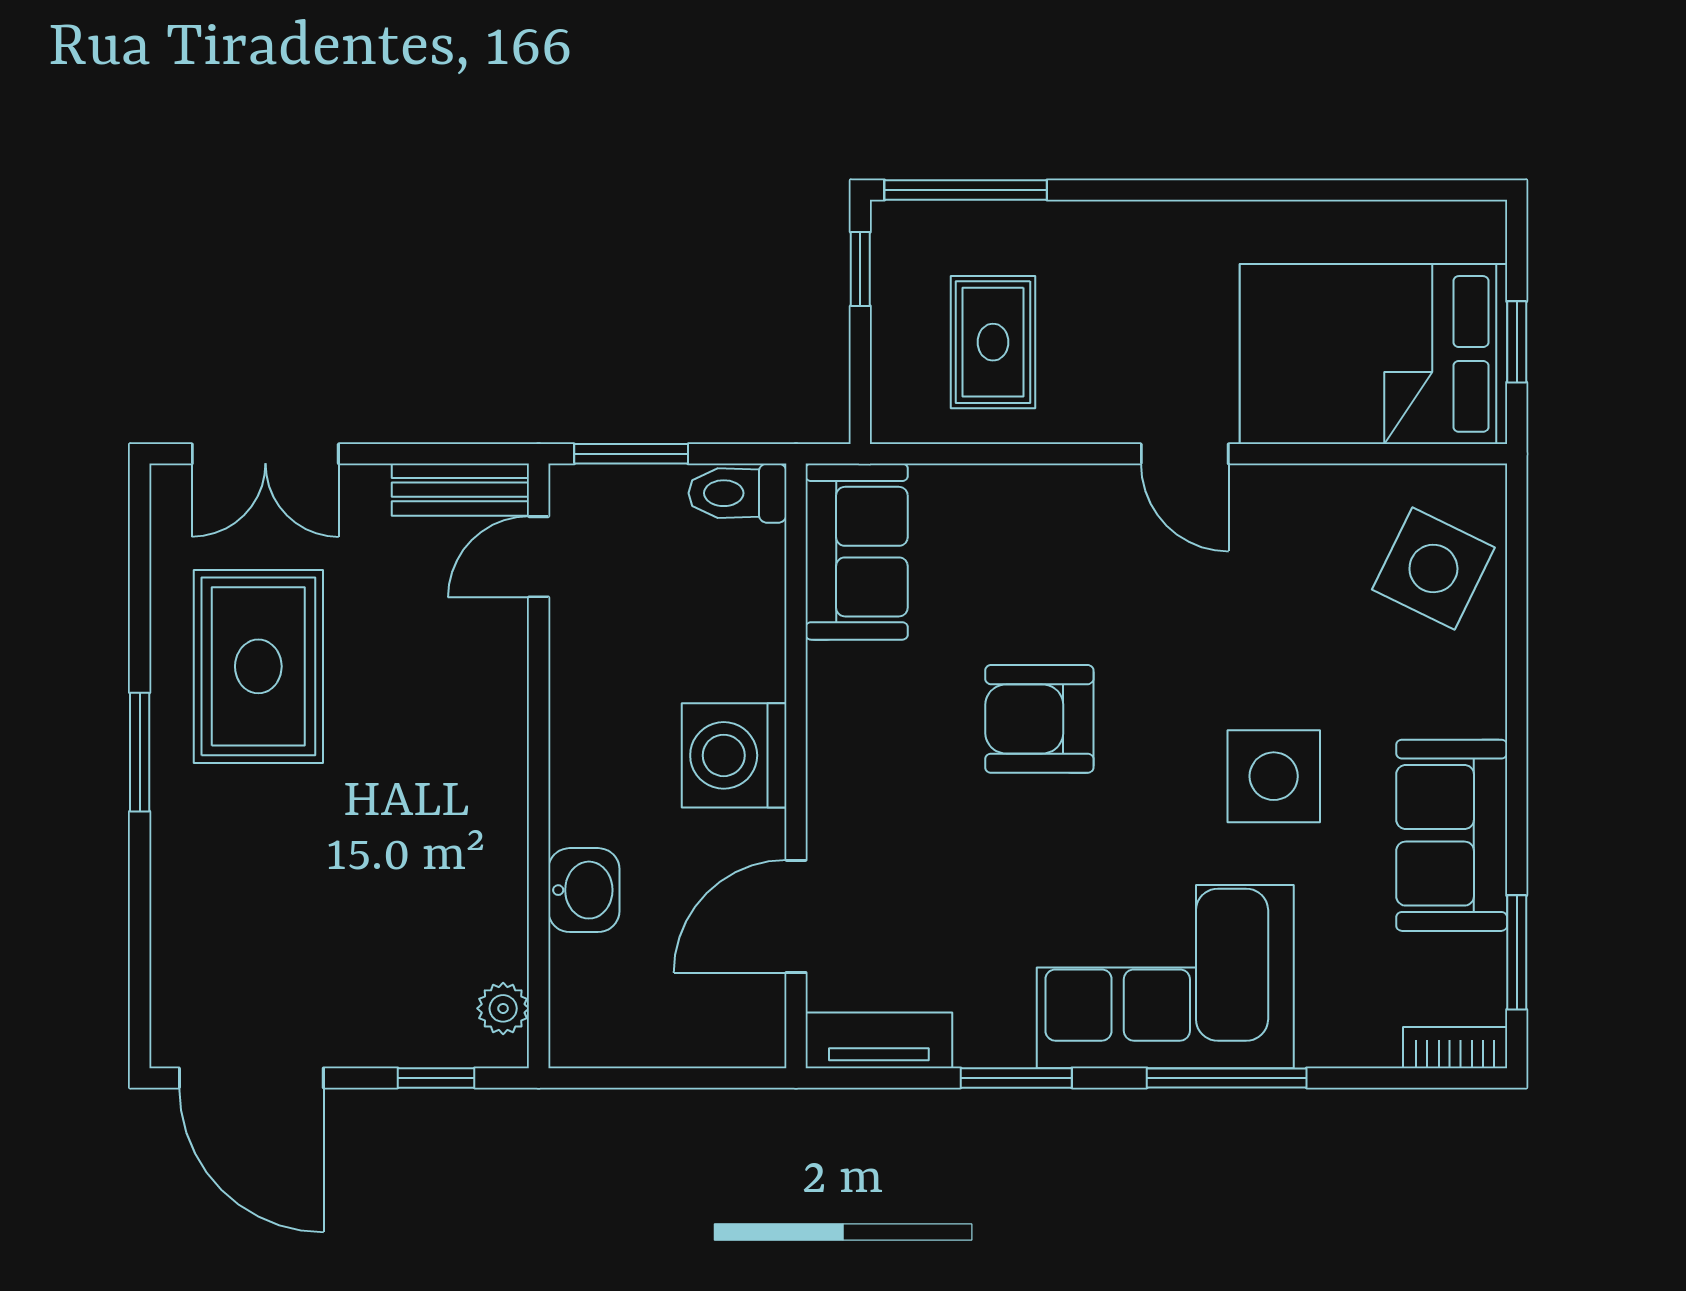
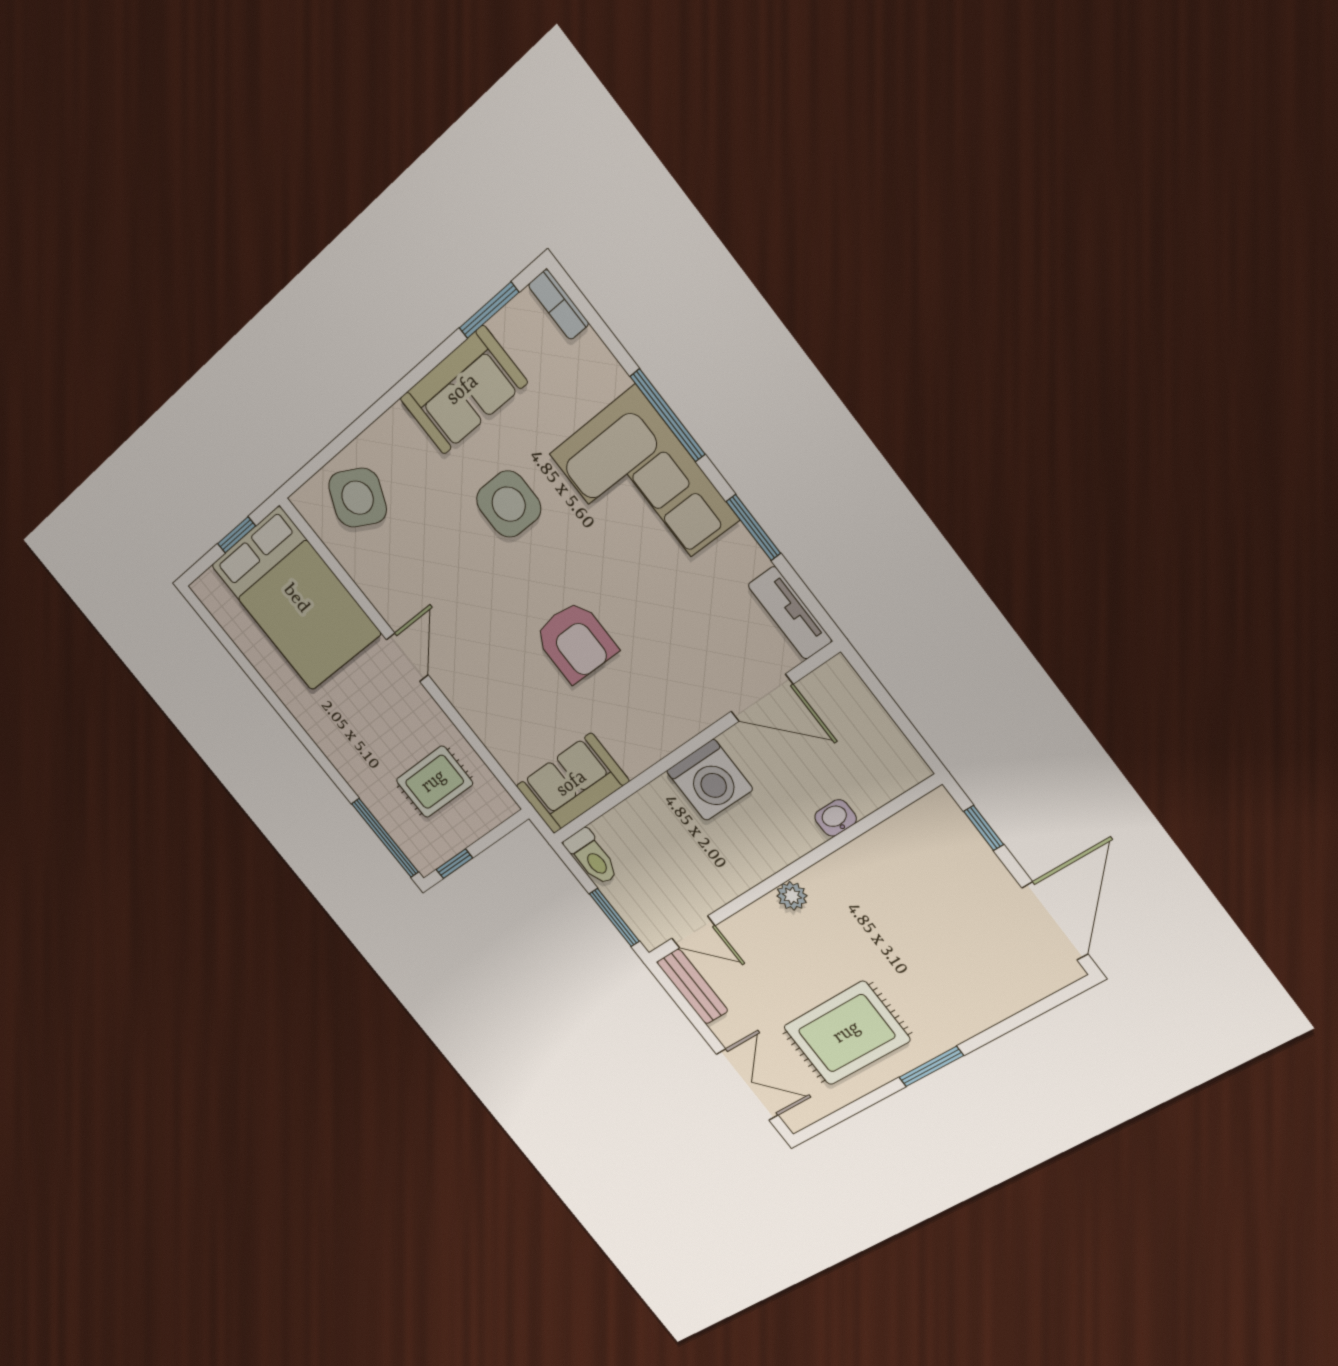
washbasin: (584, 890) -> (836, 818), width x0.72, depth x0.69
plant: (503, 1008) -> (792, 896), moved

